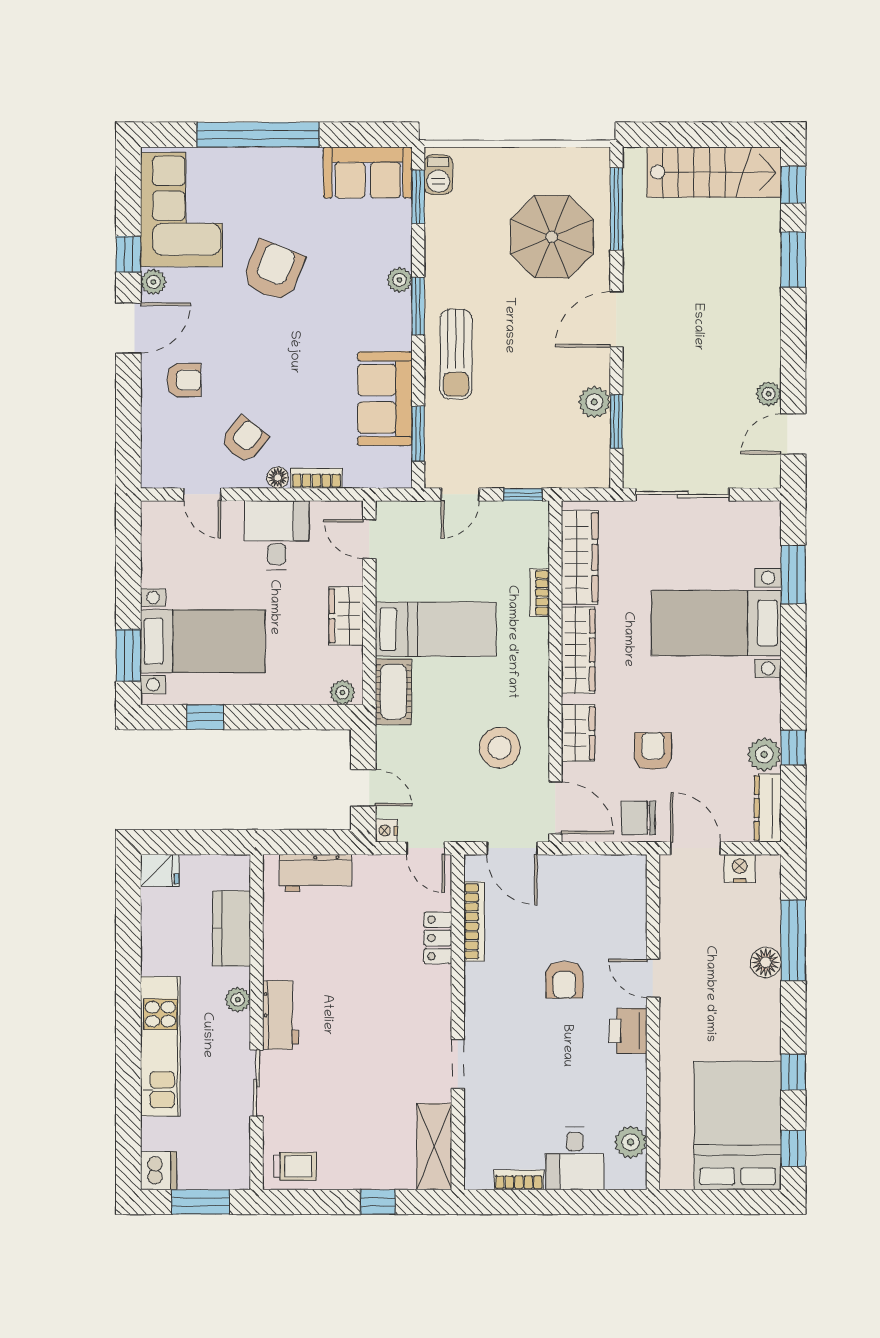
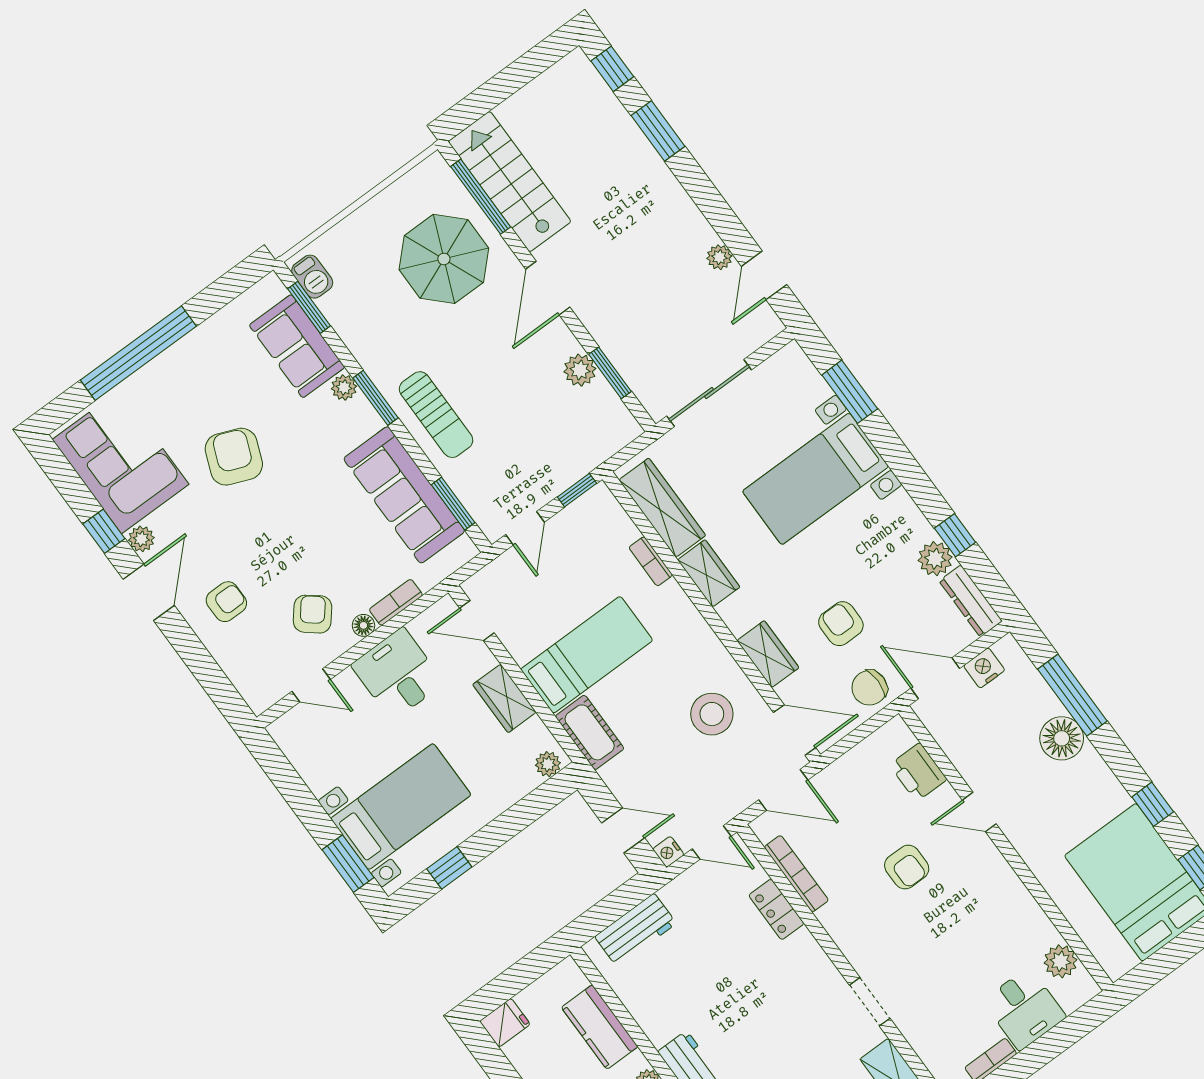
sofa: (368, 172) -> (297, 346), moved, turned 90
stairs: (714, 172) -> (510, 182), moved, turned -90
sofa: (385, 399) -> (404, 495), width x1.36
wardrobe: (578, 650) -> (709, 573), width x0.67
floor lamp: (766, 962) -> (1062, 738), width x1.38, depth x1.38
printer: (628, 1031) -> (918, 772), moved

